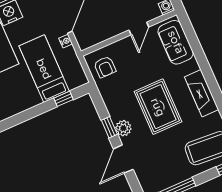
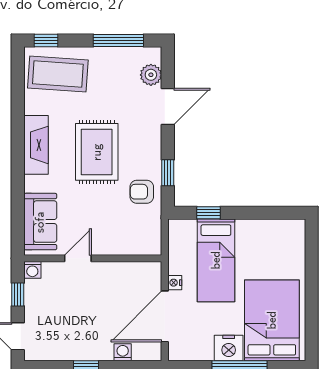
armchair: (105, 67) -> (142, 192), moved, turned -90
window: (109, 127) -> (168, 173), moved
plant: (123, 128) -> (151, 75), moved

